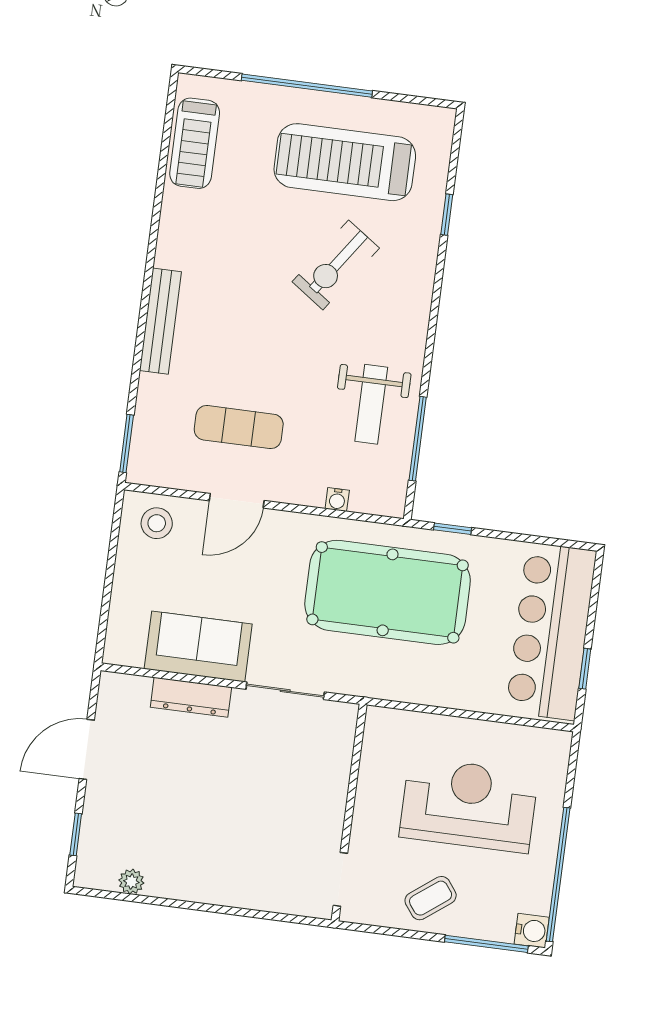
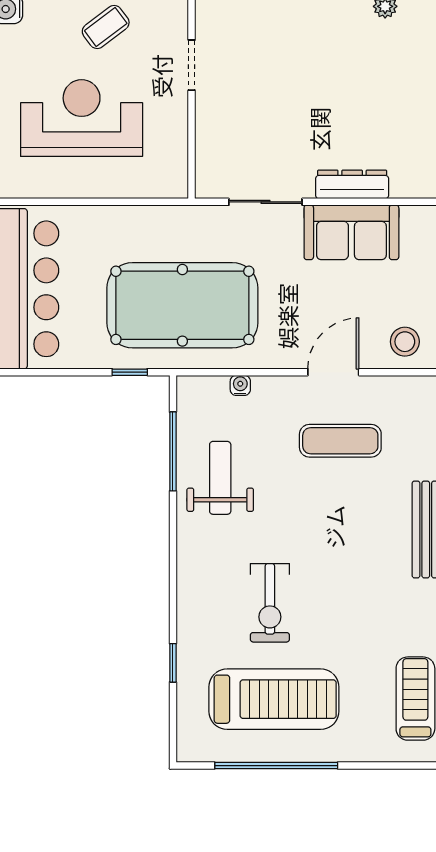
window: (307, 86) -> (276, 766), moved
exercise bike: (336, 265) -> (270, 603), turned 145
reception desk: (469, 805) -> (82, 118), turned 180
doorway: (340, 879) -> (192, 65), moved

